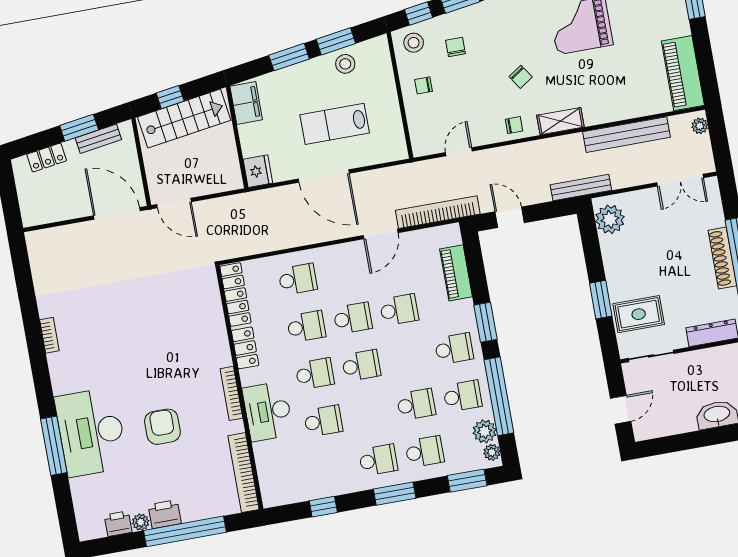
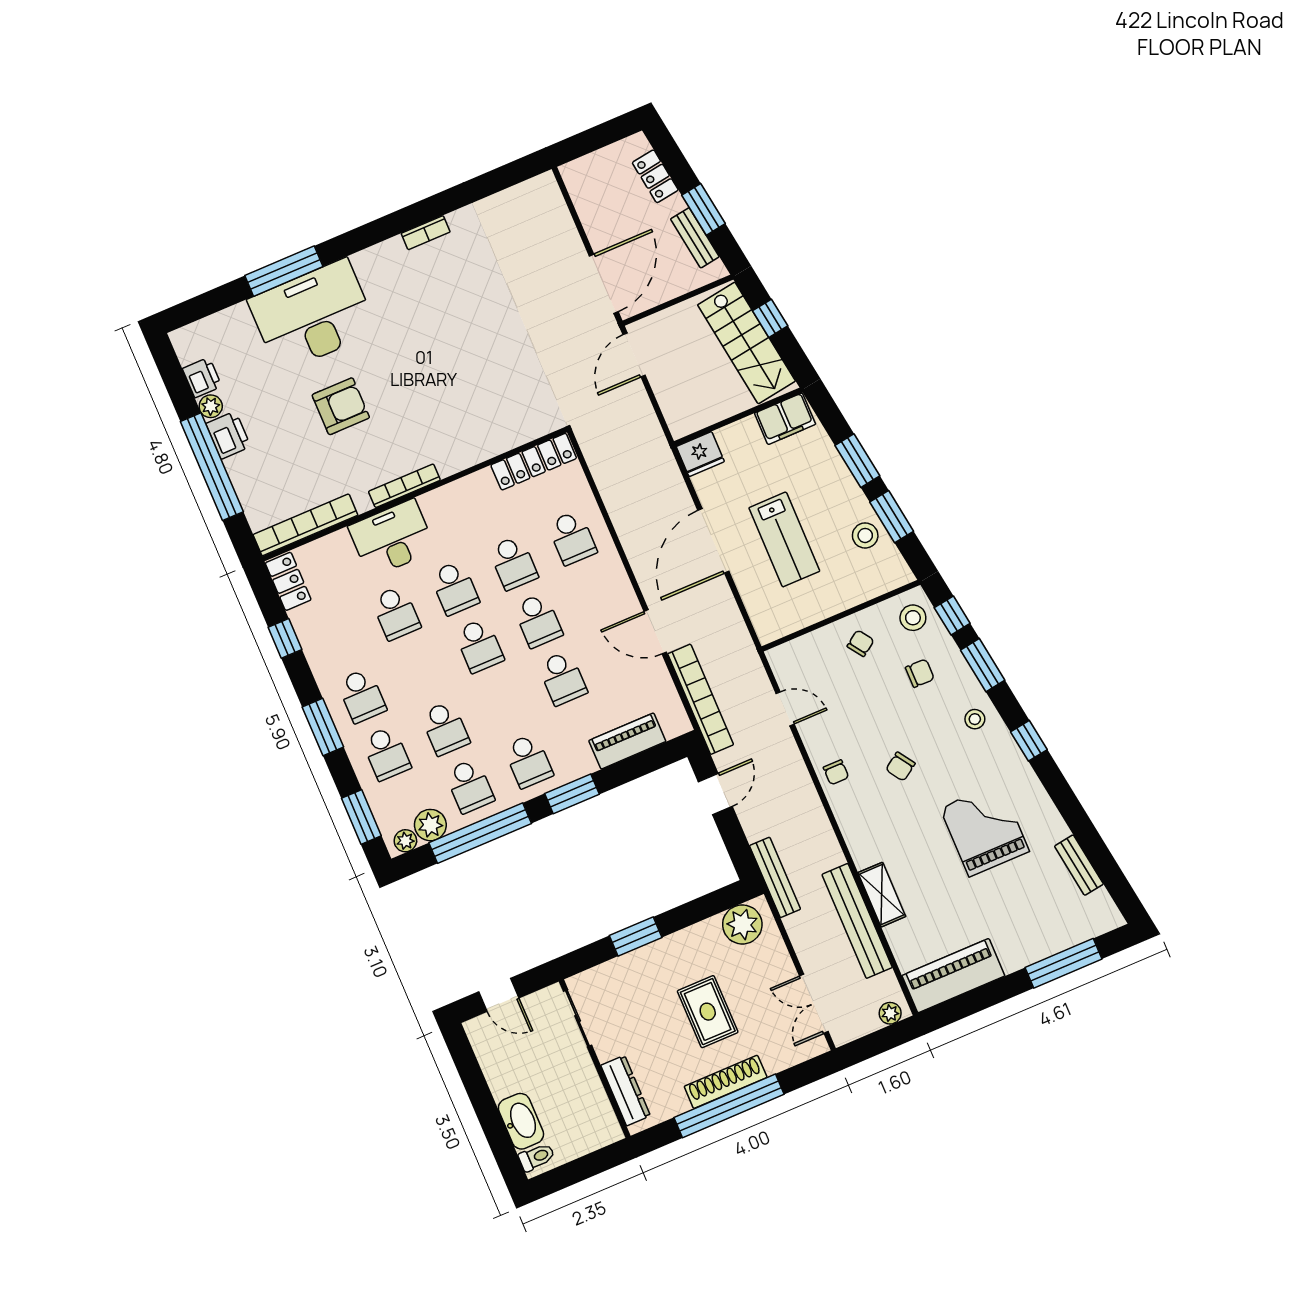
stool: (498, 14) -> (975, 719), added
chair: (424, 85) -> (861, 643), turned 55
shelving: (560, 121) -> (882, 895), moved
lab bench: (335, 124) -> (784, 539), turned 180
rug: (639, 314) -> (708, 1012), moved
locker: (245, 348) -> (288, 581), moved, turned -90

